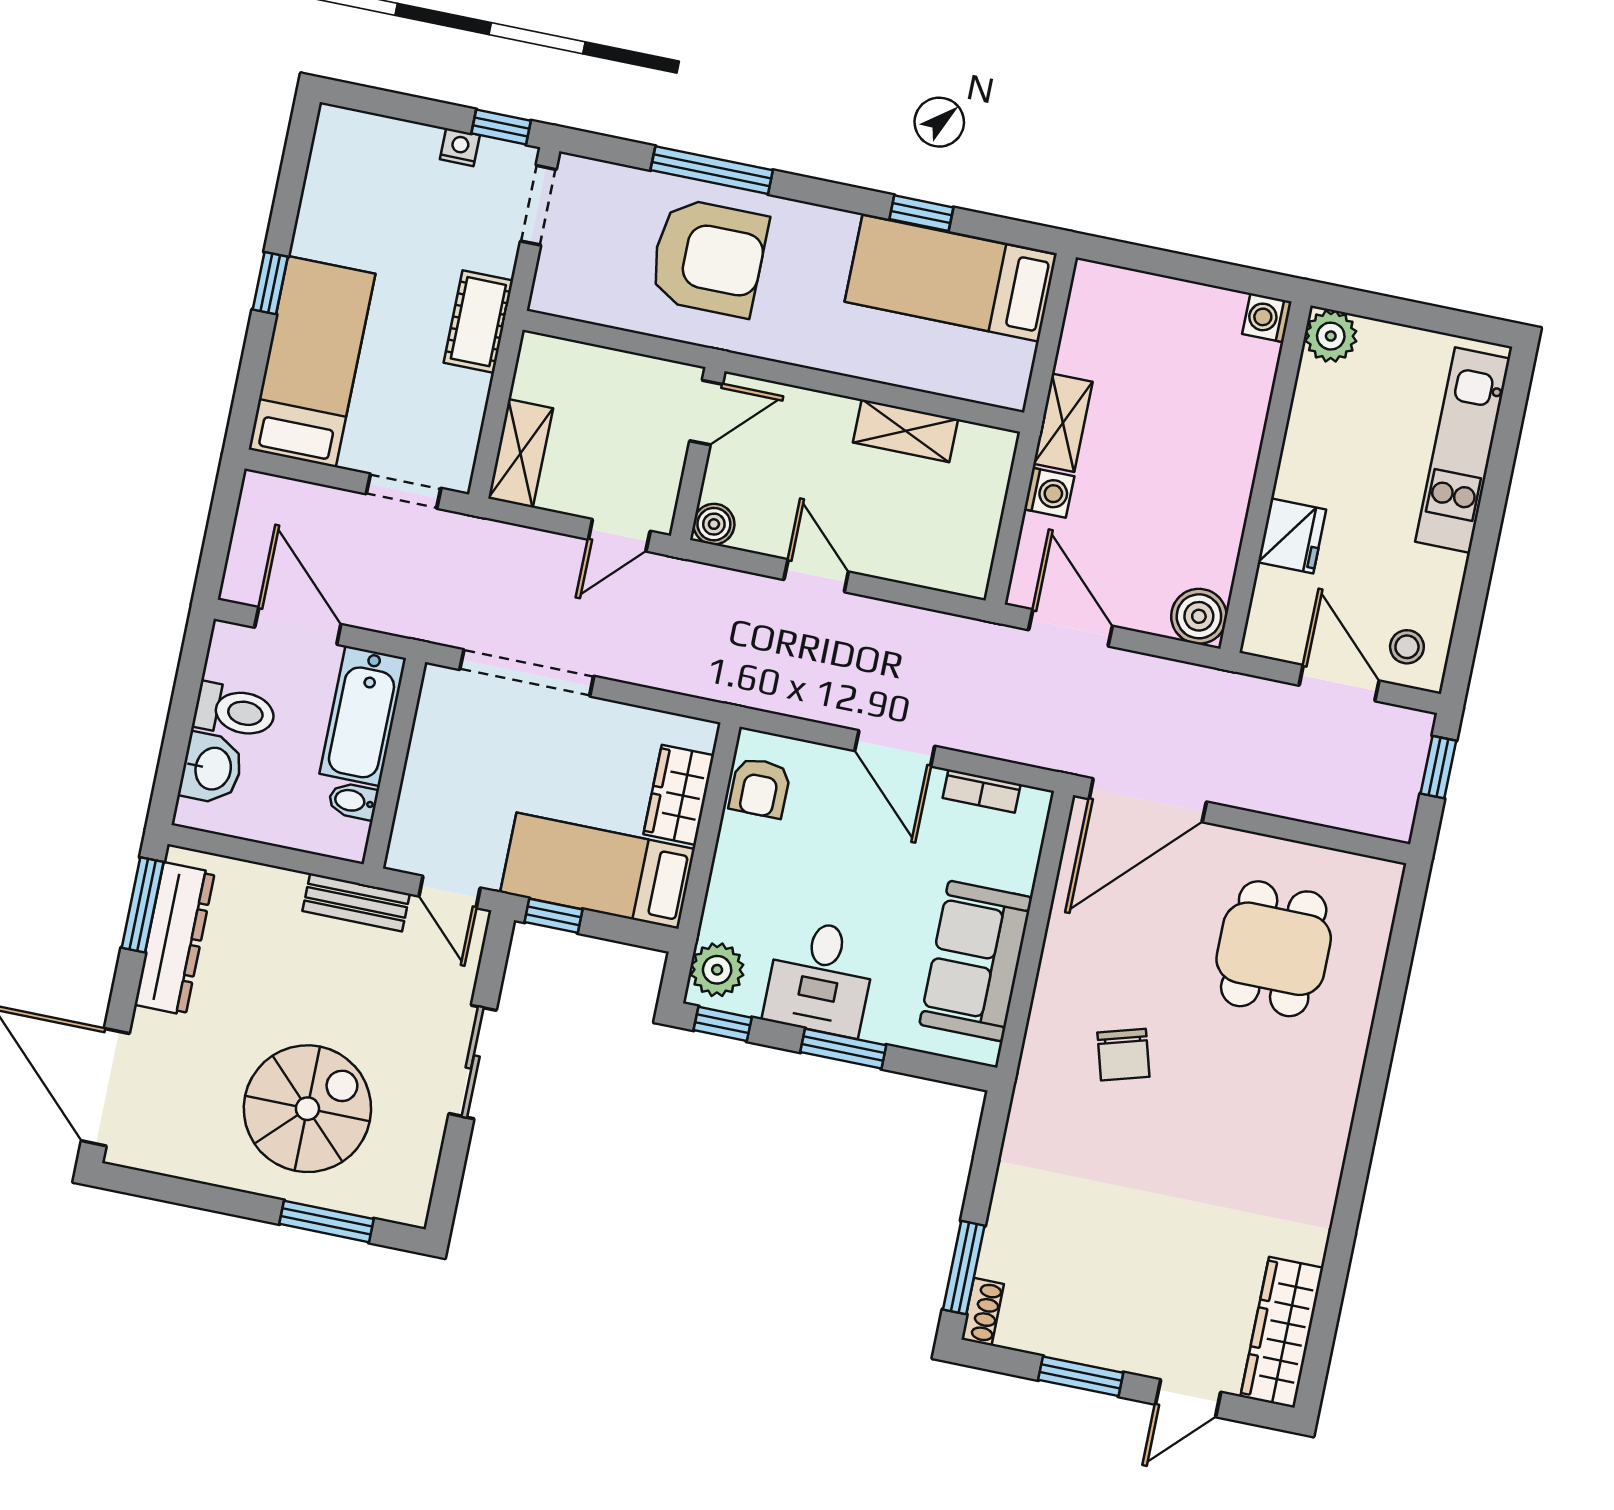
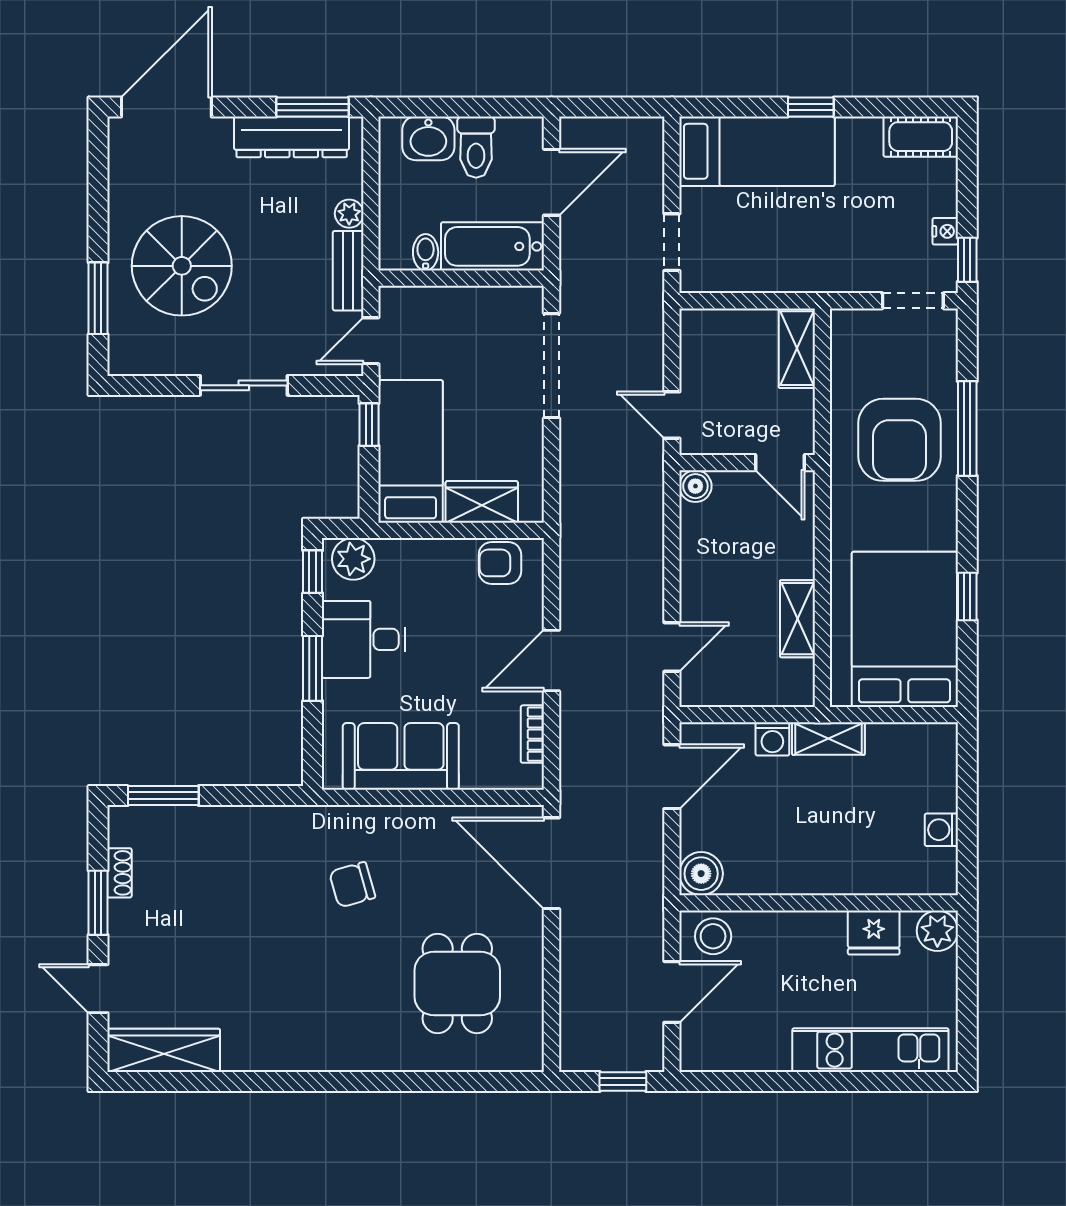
bed: (951, 278) -> (904, 629), width x1.50
washing machine: (1267, 318) -> (941, 830), moved, turned -90
cot: (478, 322) -> (921, 137), moved
shelving: (521, 453) -> (797, 348), moved, turned 90
fridge: (1292, 536) -> (874, 932), moved
door: (816, 576) -> (672, 647), moved
stool: (1407, 647) -> (713, 936), moved, width x1.37, depth x1.37
plant: (285, 886) -> (349, 214), added
dining table: (1274, 949) -> (457, 984), turned 90
shoe rack: (983, 1312) -> (120, 873), moved, turned -90

